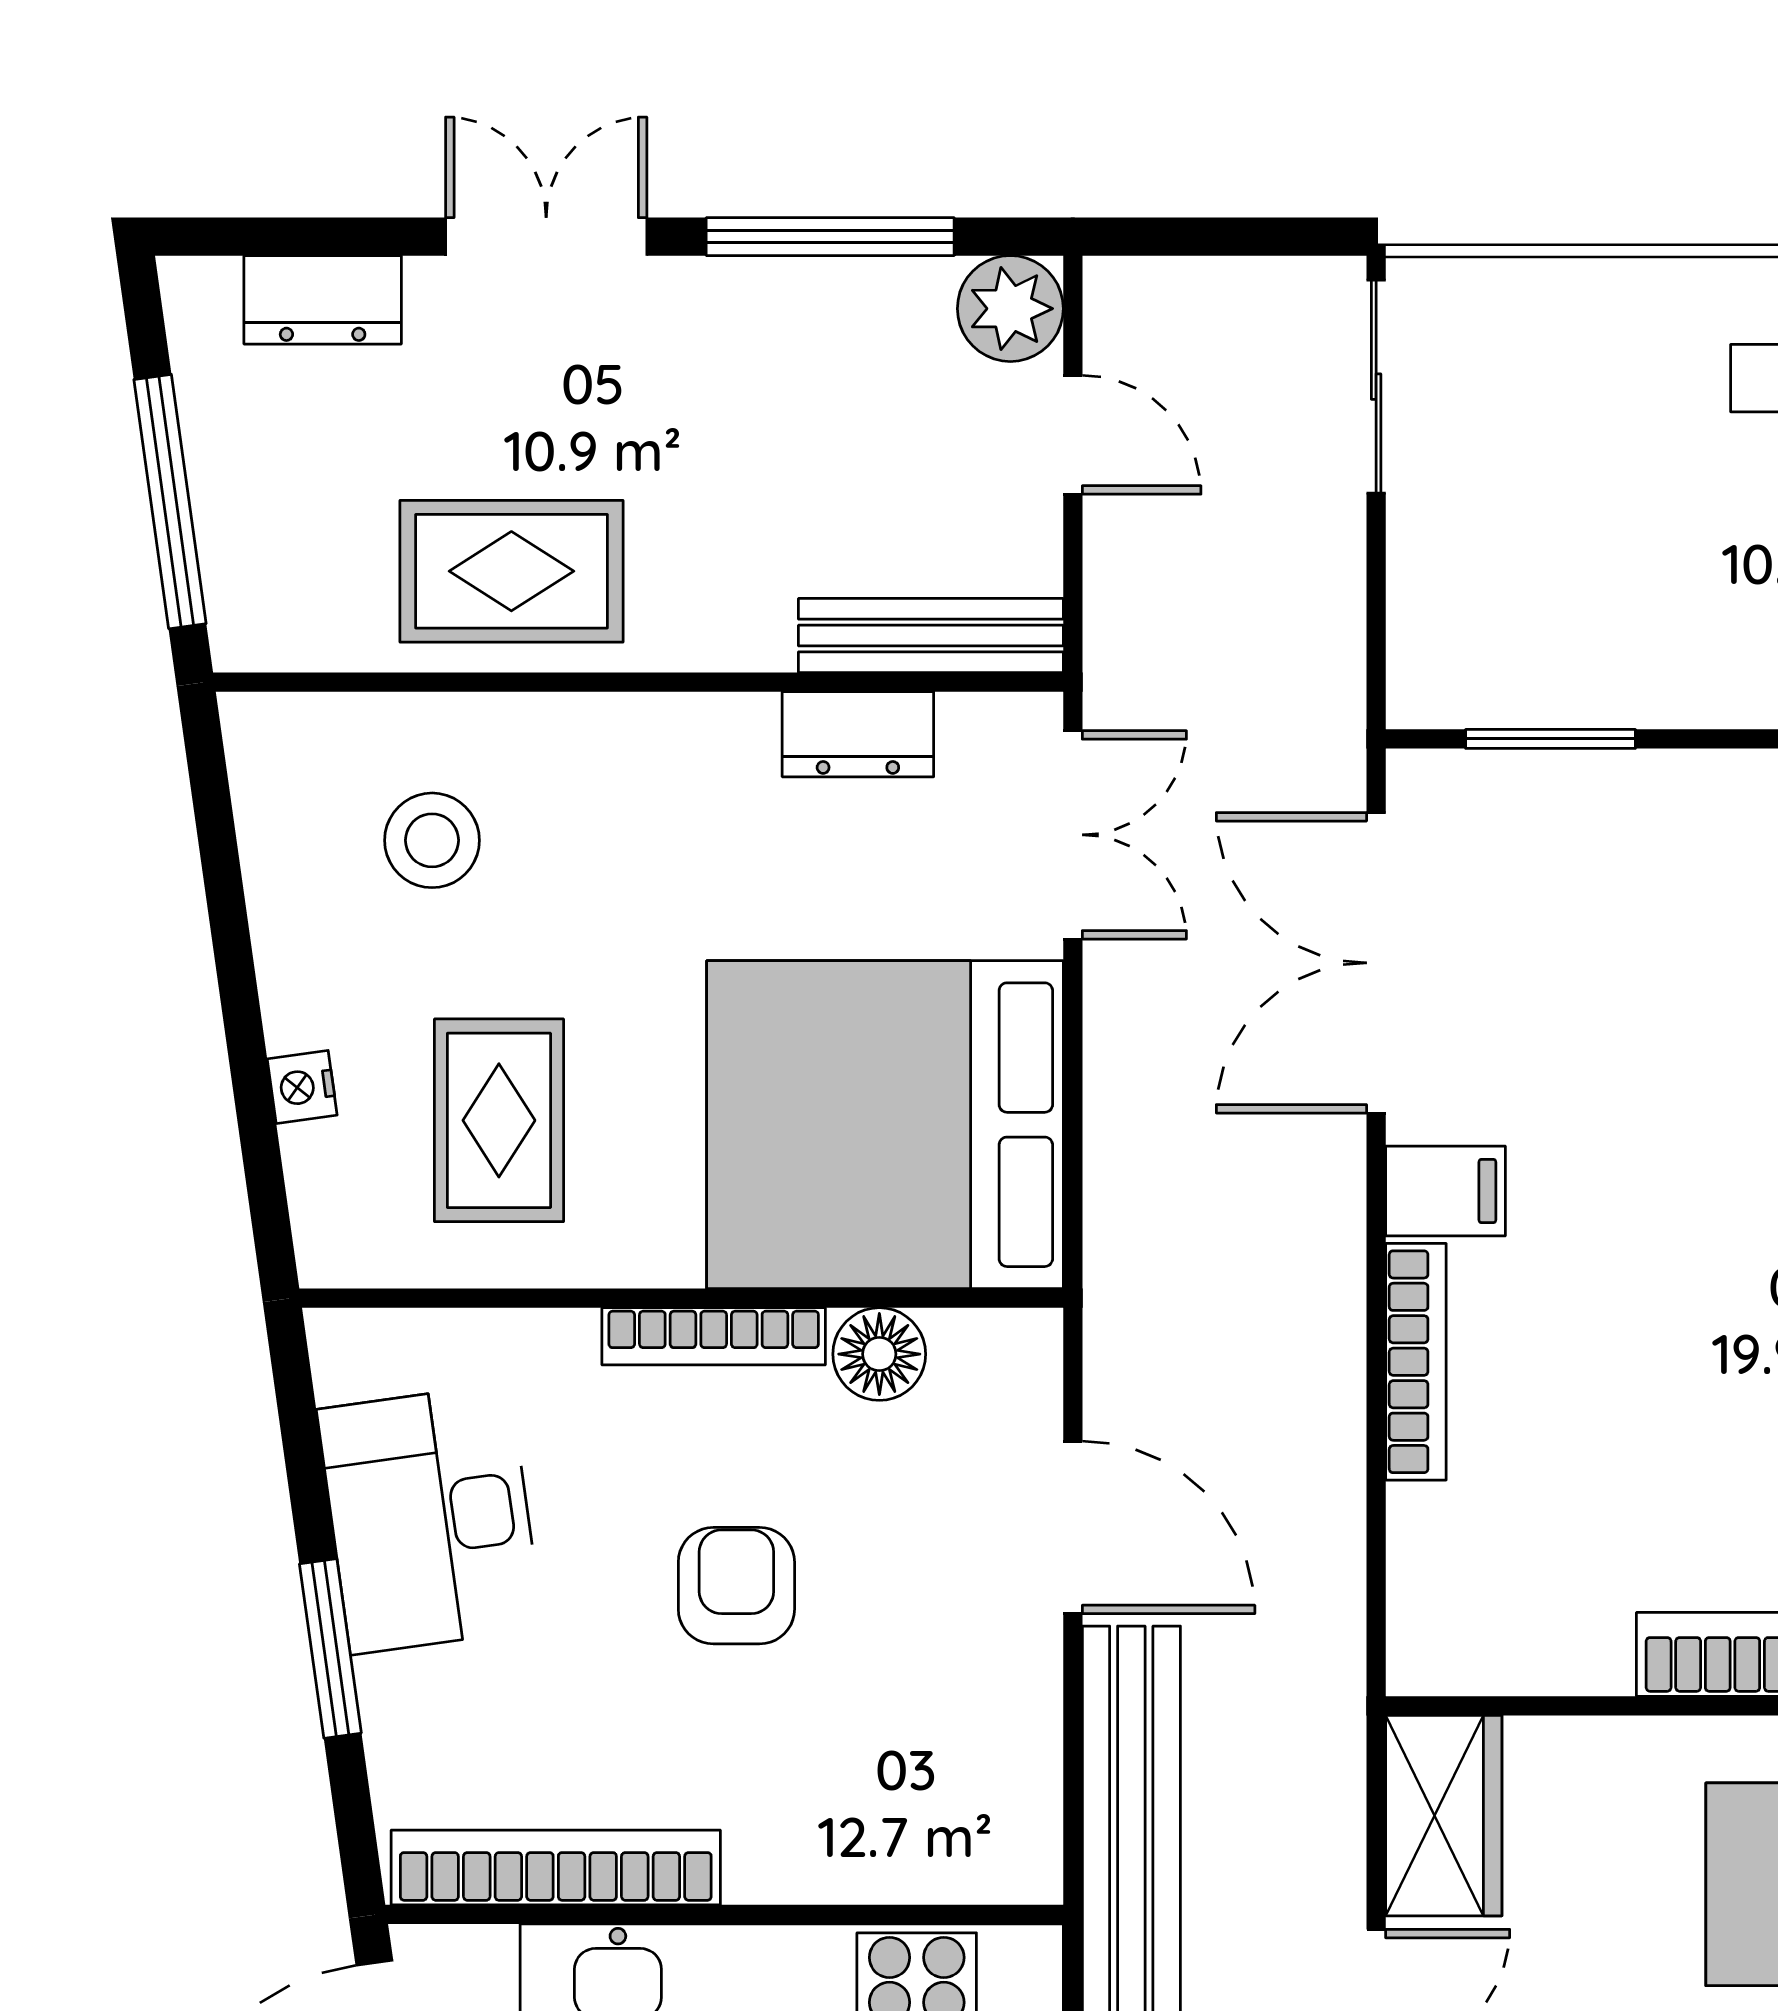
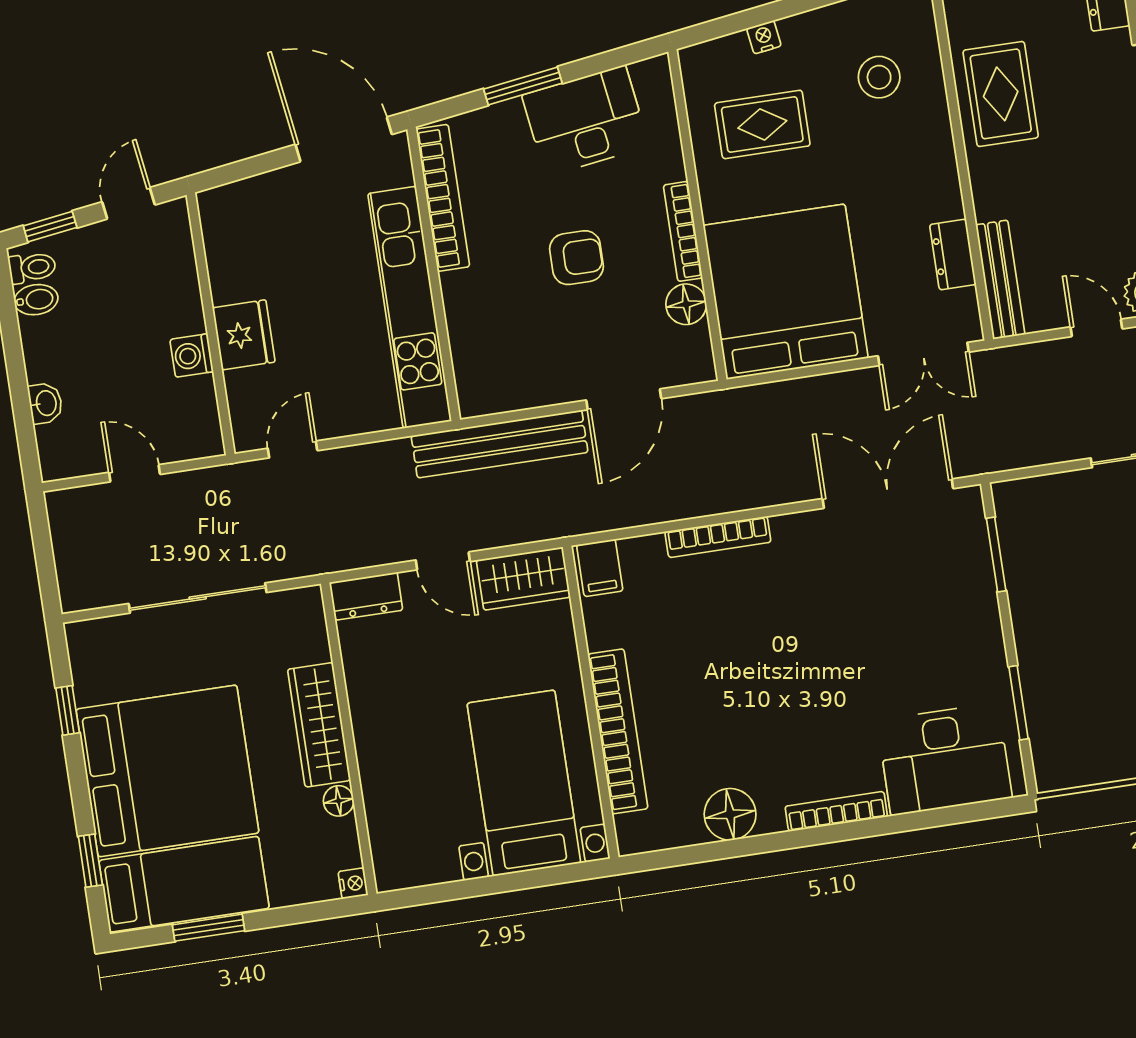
door: (1073, 435) -> (1096, 328), swing flipped
filing cabinet: (1445, 1191) -> (600, 568), moved

